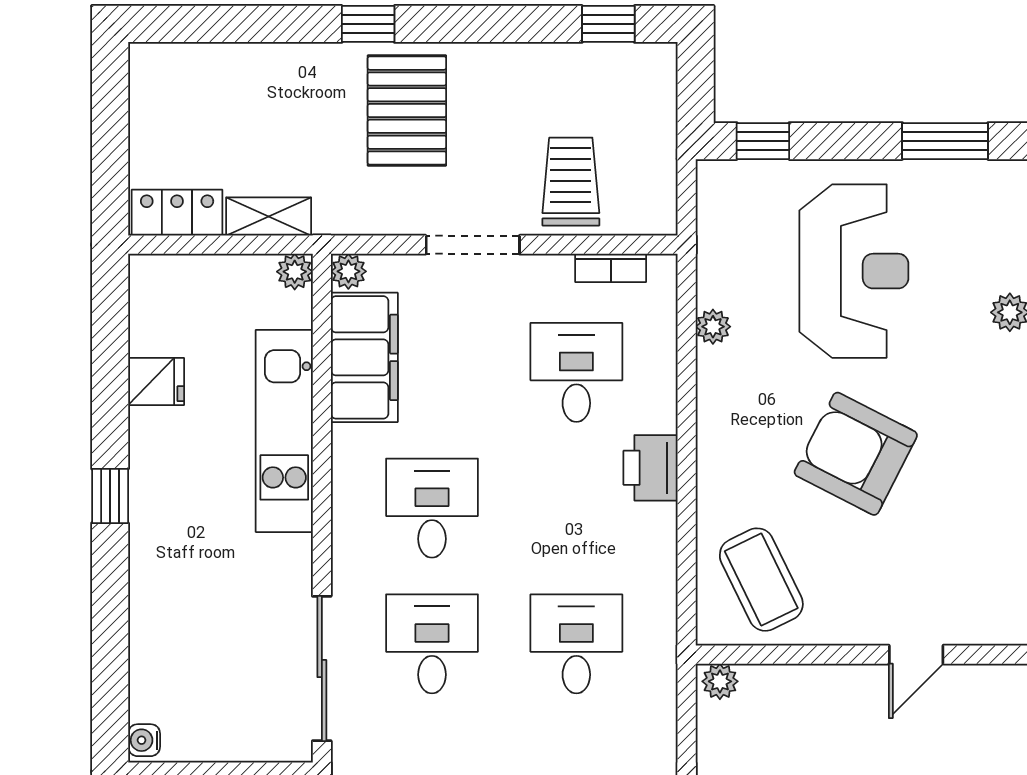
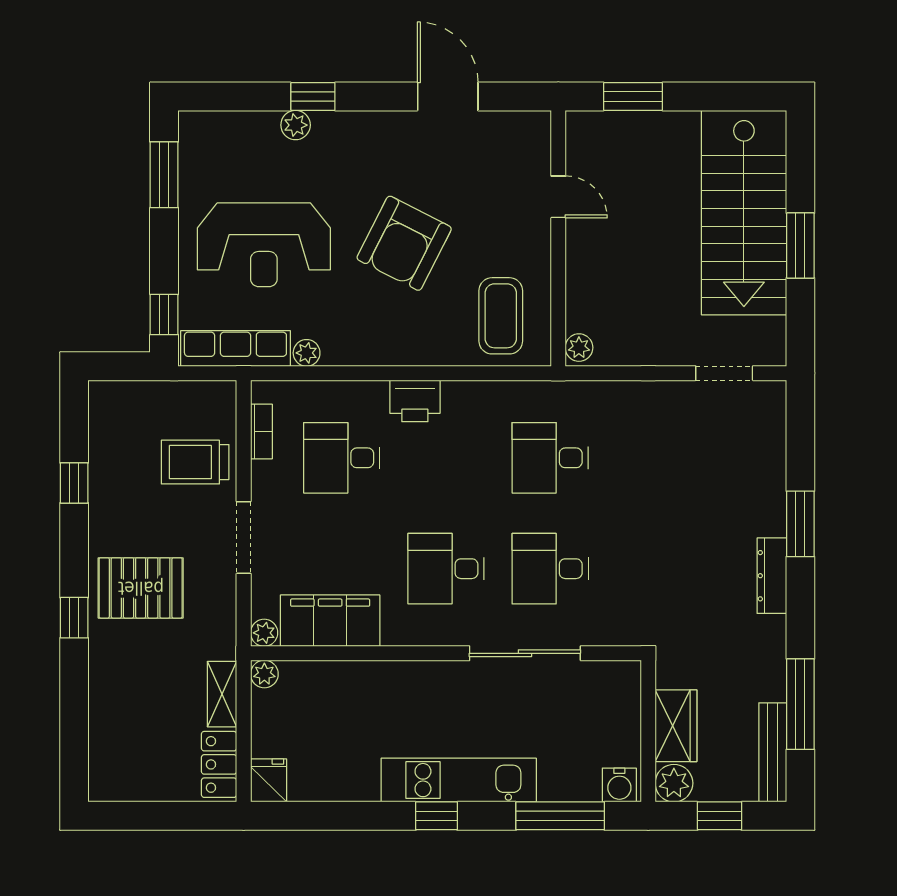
window: (608, 24) -> (74, 483), moved
row of seats: (719, 234) -> (235, 348), added
reception desk: (854, 271) -> (264, 245), turned 180
fridge: (156, 381) -> (269, 780), moved
kitchen unit: (284, 431) -> (459, 780), moved, turned 180
coffee table: (761, 580) -> (501, 316), turned -64
window: (110, 657) -> (560, 816), added
sliding door: (322, 669) -> (525, 653), moved
water cooler: (144, 740) -> (619, 785), width x1.38, depth x1.38

